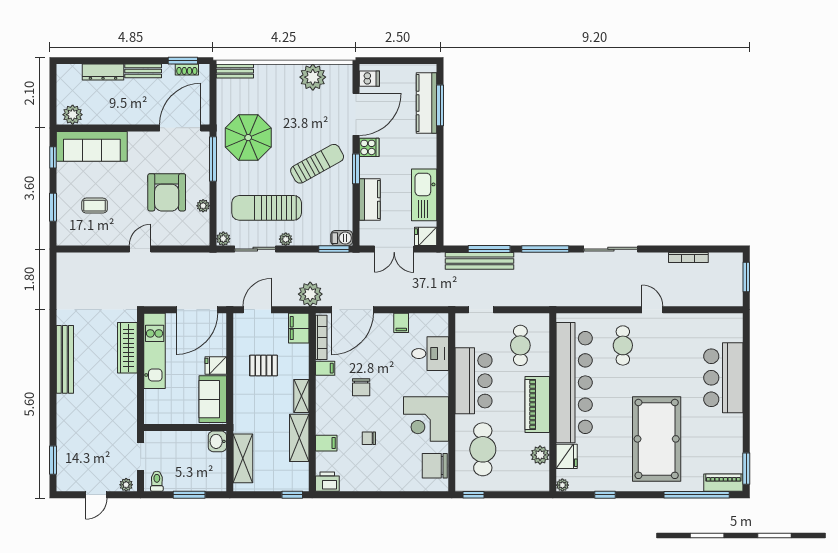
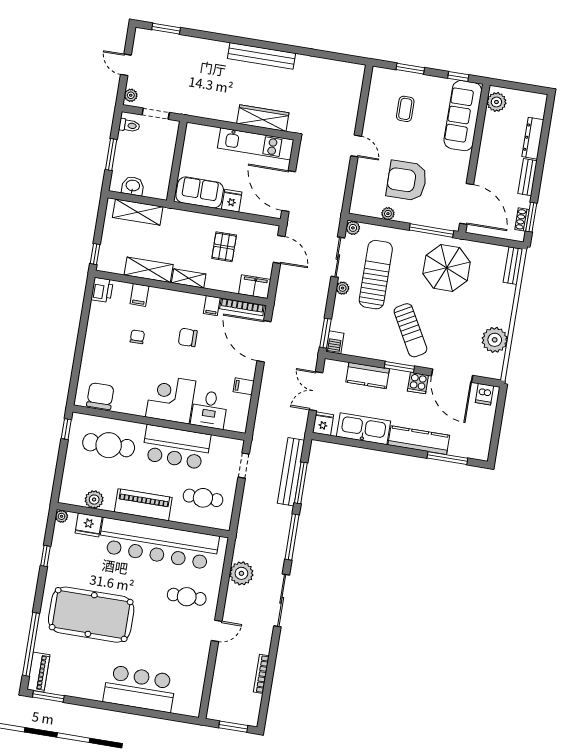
kitchen counter: (427, 103) -> (419, 440), moved
plant: (310, 294) -> (241, 573), moved
corner desk: (426, 419) -> (171, 399), moved
washbasin: (217, 441) -> (133, 186), moved

